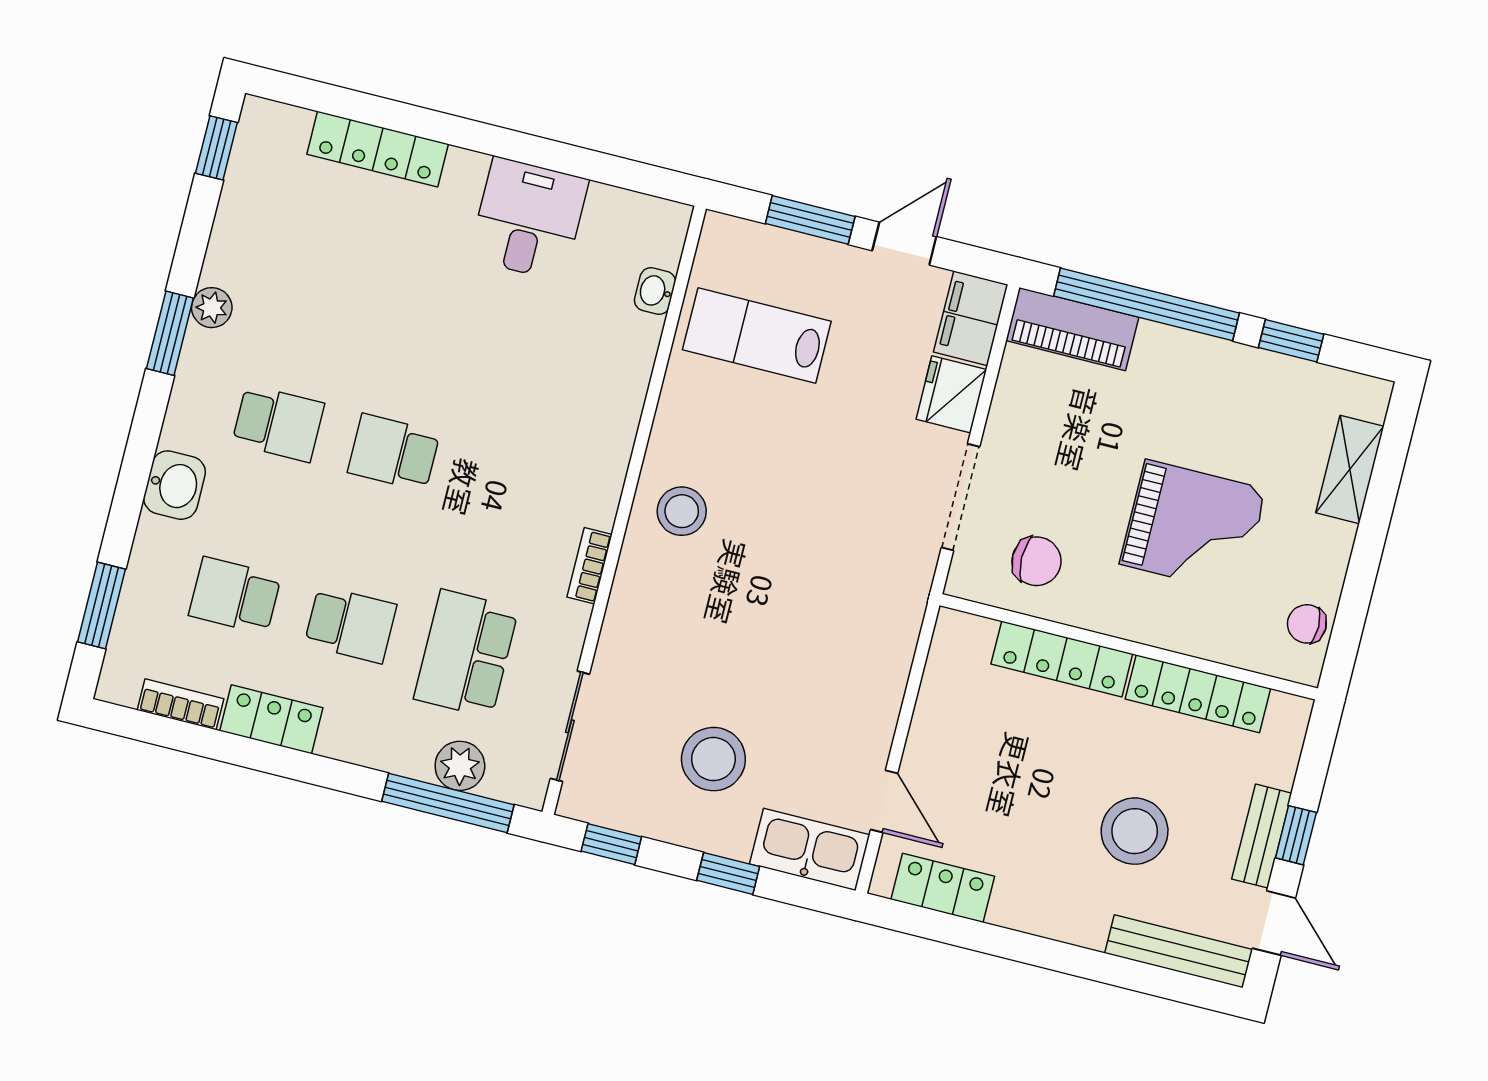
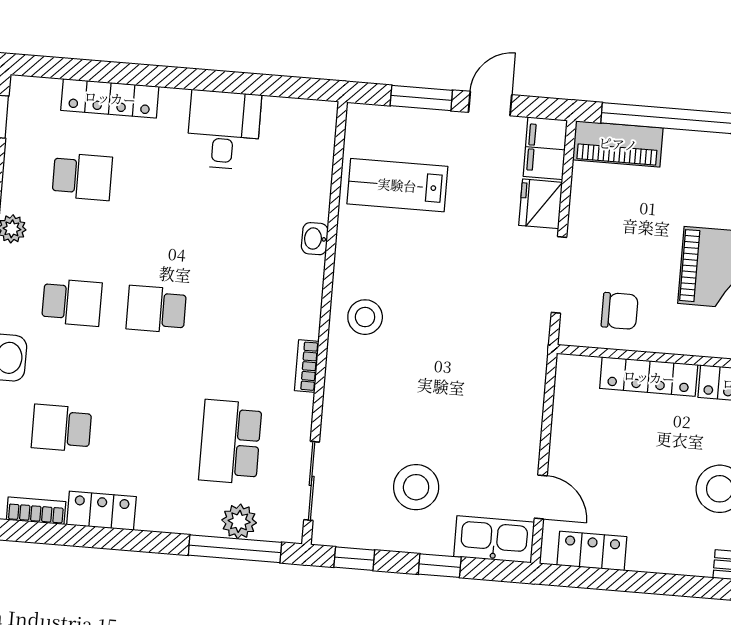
washbasin: (655, 291) -> (315, 239), moved
school desk: (350, 625) -> (82, 177), moved

